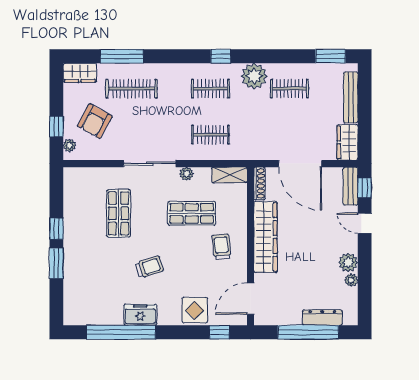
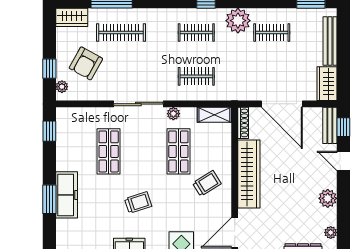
shop shelf: (192, 213) -> (178, 151), turned 90
window: (56, 229) -> (49, 131), moved
trolley: (221, 247) -> (207, 183), turned 64
freezer: (74, 259) -> (67, 195), added
plant: (351, 280) -> (331, 233), moved

